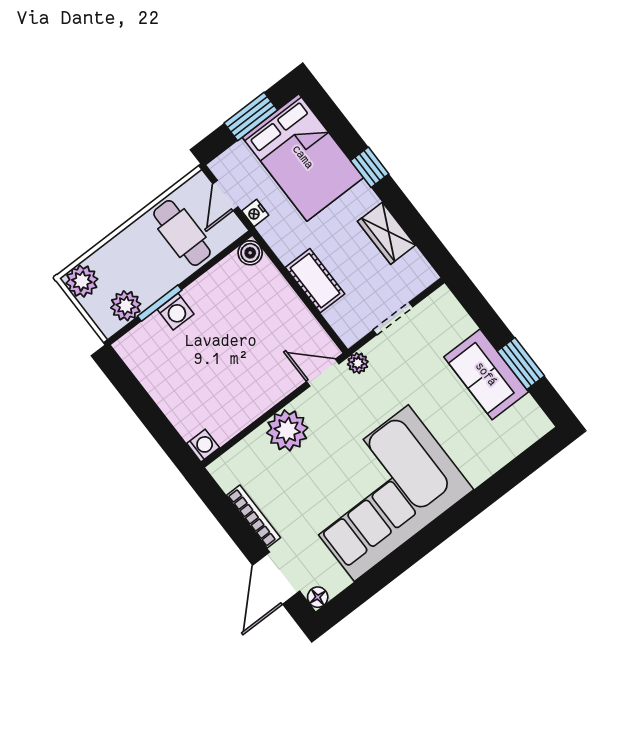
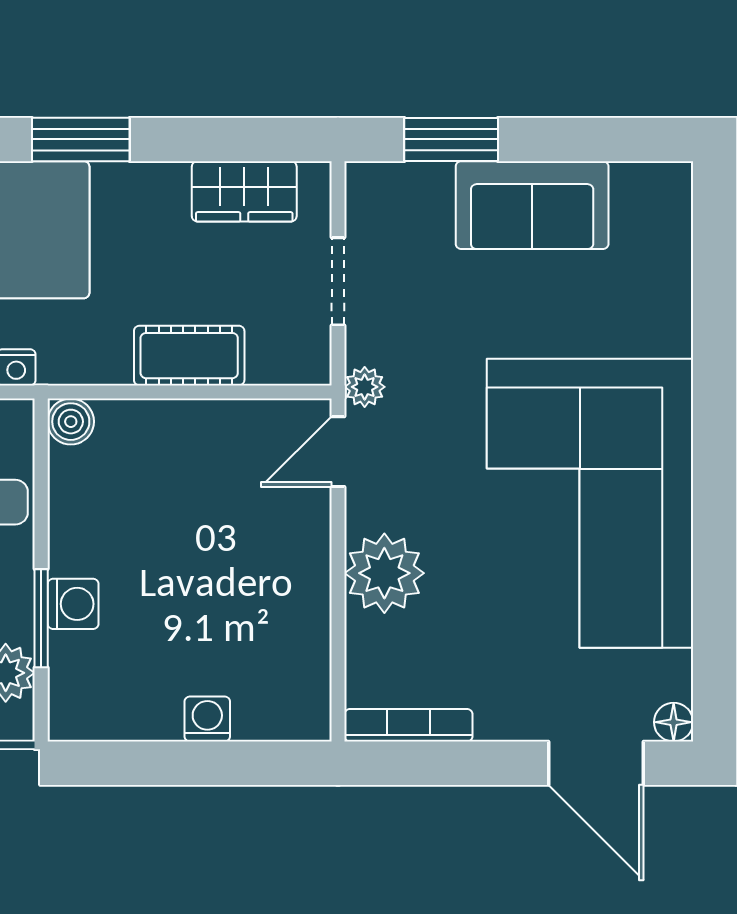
window: (370, 167) -> (81, 139), width x1.50
wardrobe: (386, 233) -> (244, 191), moved
window: (521, 364) -> (451, 139), moved
washing machine: (203, 446) -> (207, 719), moved
bookcase: (254, 517) -> (408, 725), moved

